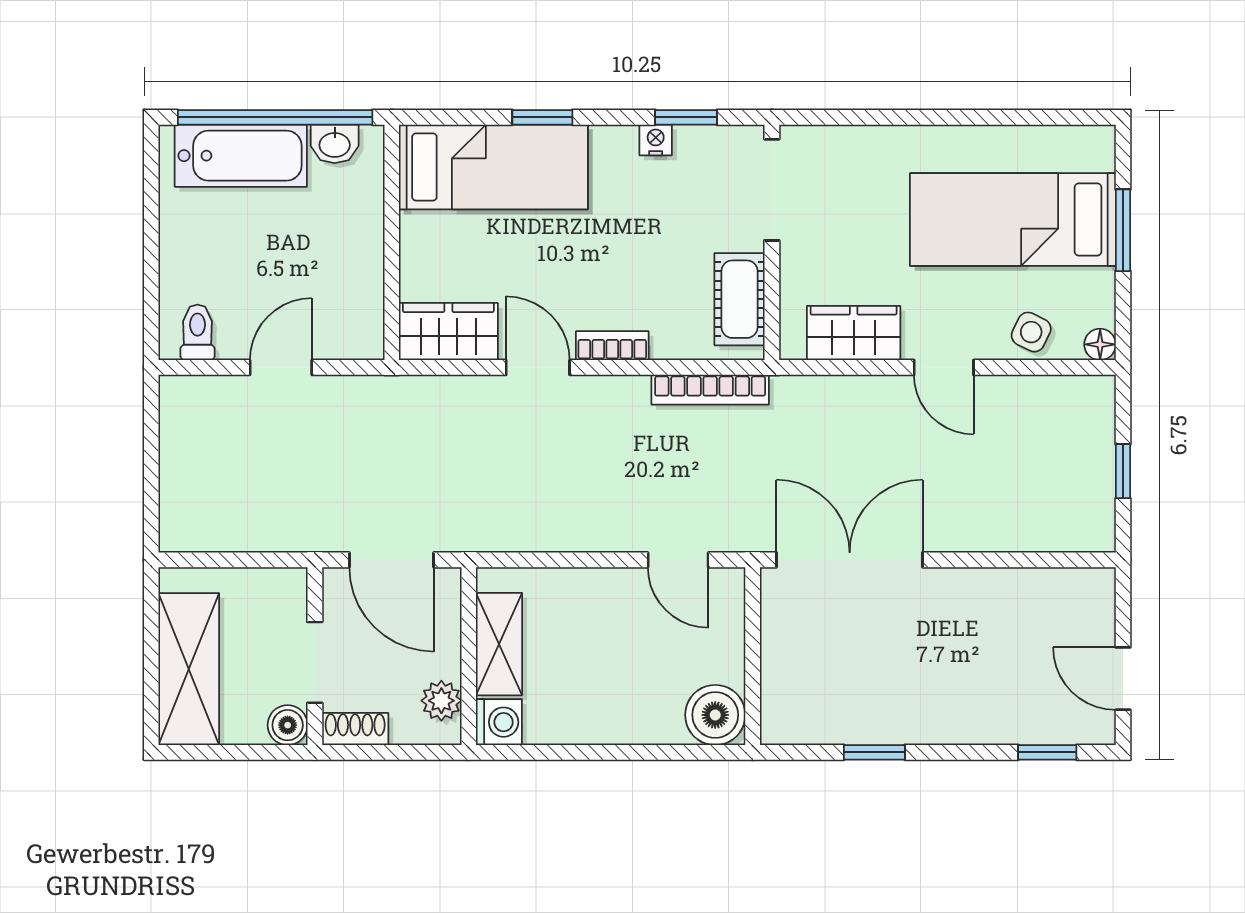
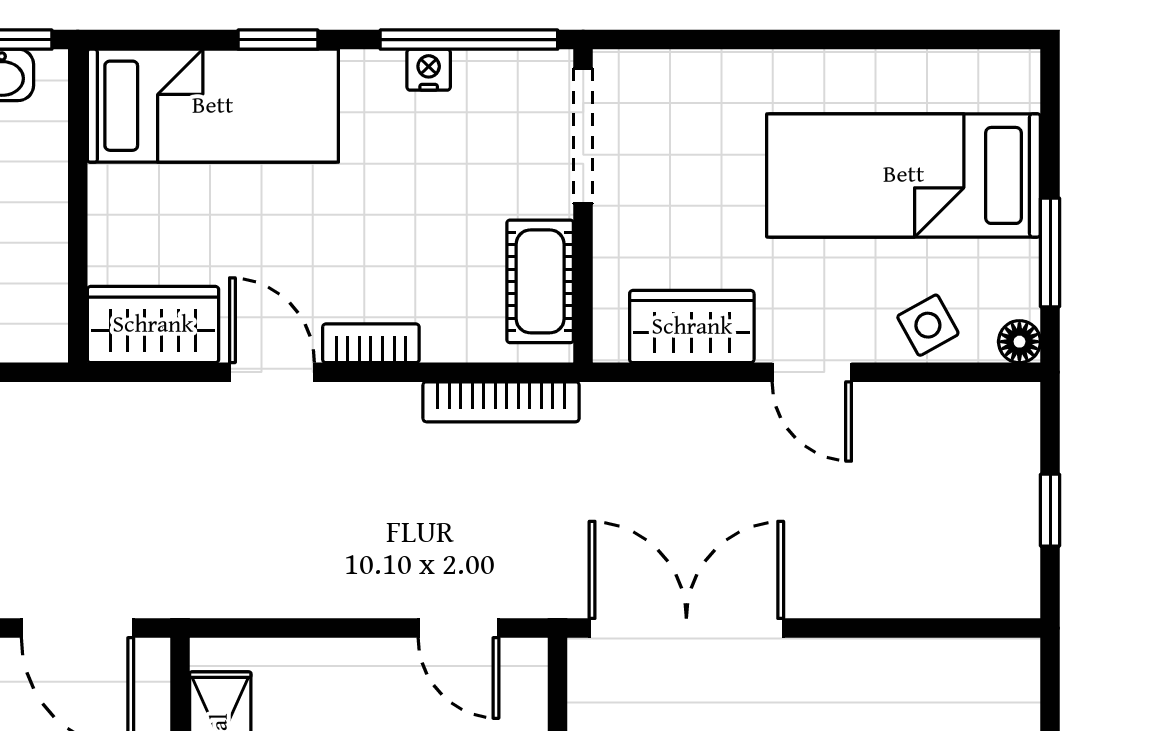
window: (686, 117) -> (469, 40), width x2.17
window: (1123, 230) -> (1050, 252), moved
side table: (1031, 332) -> (928, 325), turned 35

